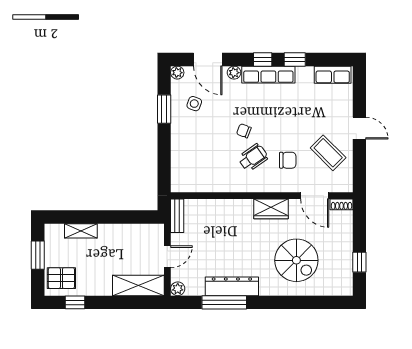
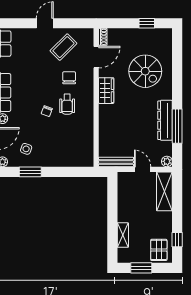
wheelchair: (253, 158) -> (67, 104), turned -145
bench: (177, 216) -> (116, 162), width x1.36
spiral stairs: (296, 260) -> (145, 71), turned 90

